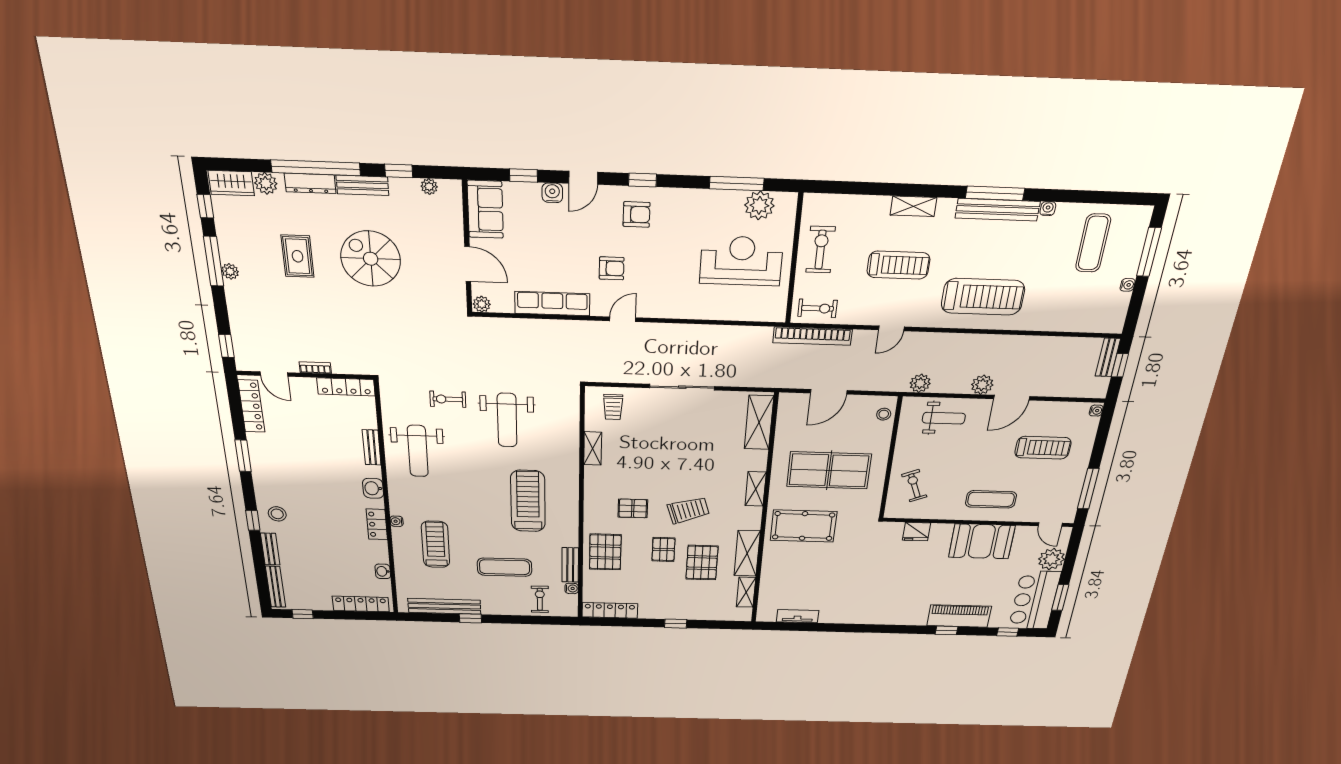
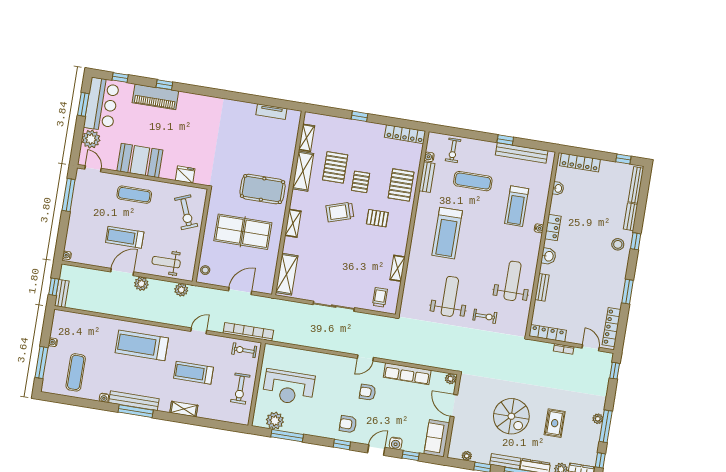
treadmill: (1043, 448) -> (125, 237), moved
exercise bike: (914, 486) -> (186, 212), width x1.38, depth x1.39

